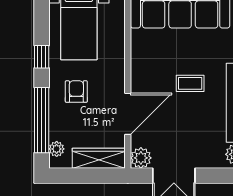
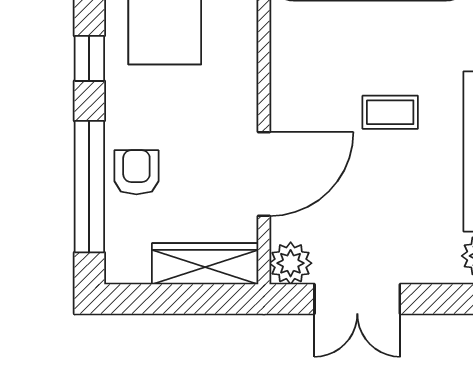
armchair: (76, 92) -> (136, 172), moved
plant: (57, 149) -> (120, 245), removed

